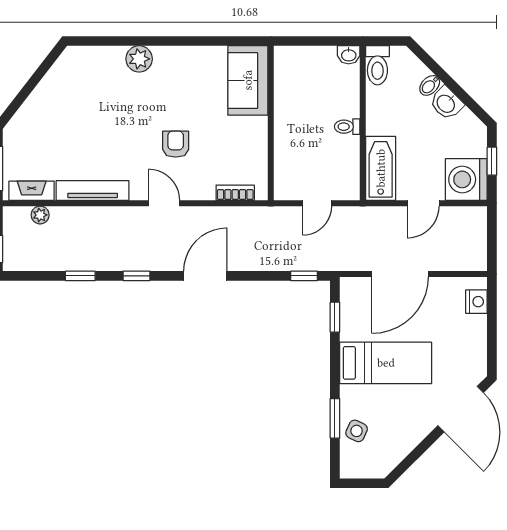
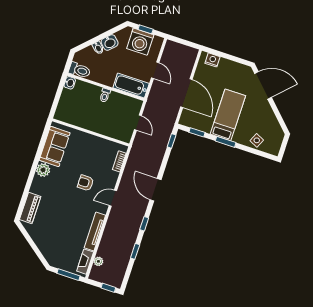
piano: (96, 58) -> (30, 208), added
plant: (139, 59) -> (43, 170), moved
sofa: (248, 80) -> (55, 147), moved, turned -90
washing machine: (466, 179) -> (140, 42), moved
window: (335, 418) -> (226, 142), moved

